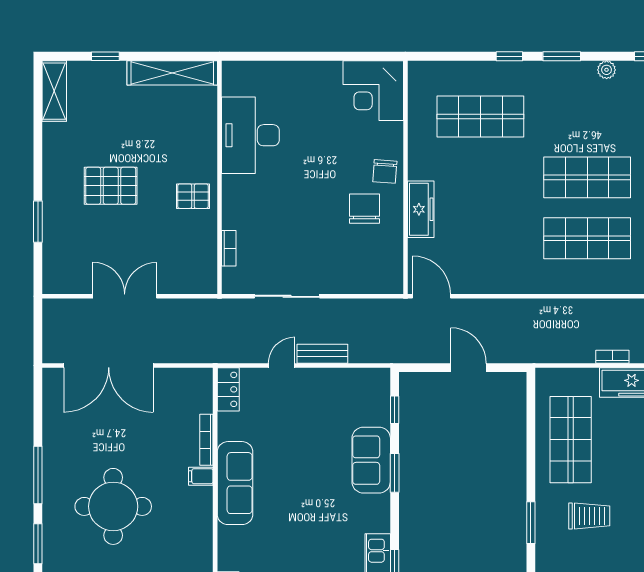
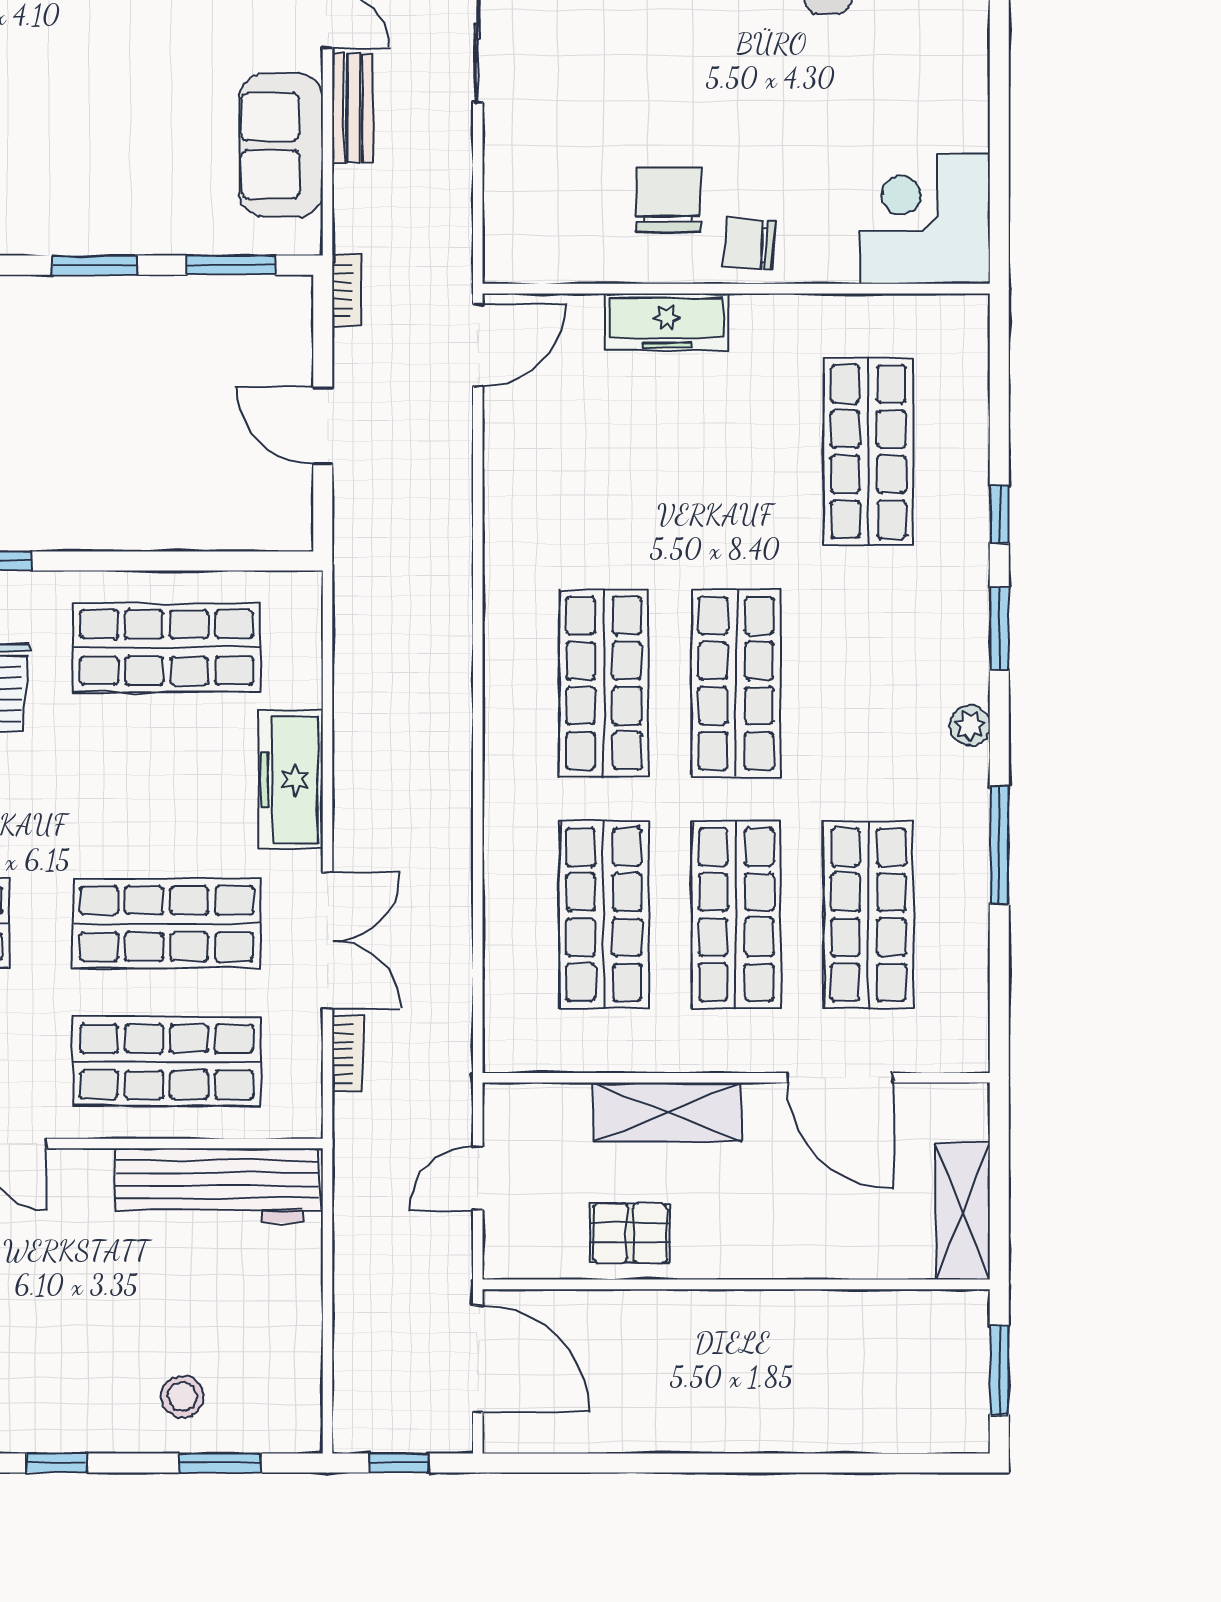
chair: (364, 209) -> (668, 200), turned -90
bookcase: (612, 357) -> (346, 290), moved
door: (468, 368) -> (323, 426), swing flipped
window: (395, 410) -> (231, 265), width x1.50
sofa: (371, 460) -> (281, 145), moved, turned -90

